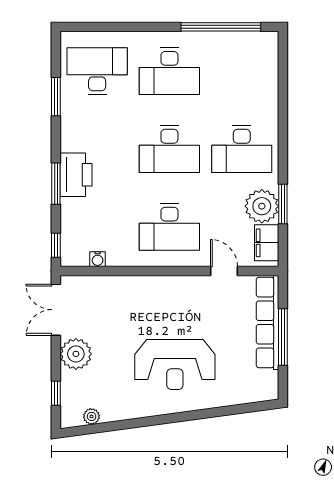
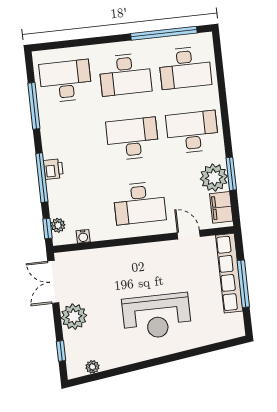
desk: (242, 71) -> (185, 68), added
window: (56, 97) -> (34, 106), width x1.44
desk: (169, 149) -> (132, 139), turned 180
desk: (242, 149) -> (192, 132), turned 180
printer: (76, 175) -> (53, 169), width x0.53, depth x0.68
window: (56, 184) -> (42, 178), width x1.44
plant: (69, 243) -> (58, 225), added

